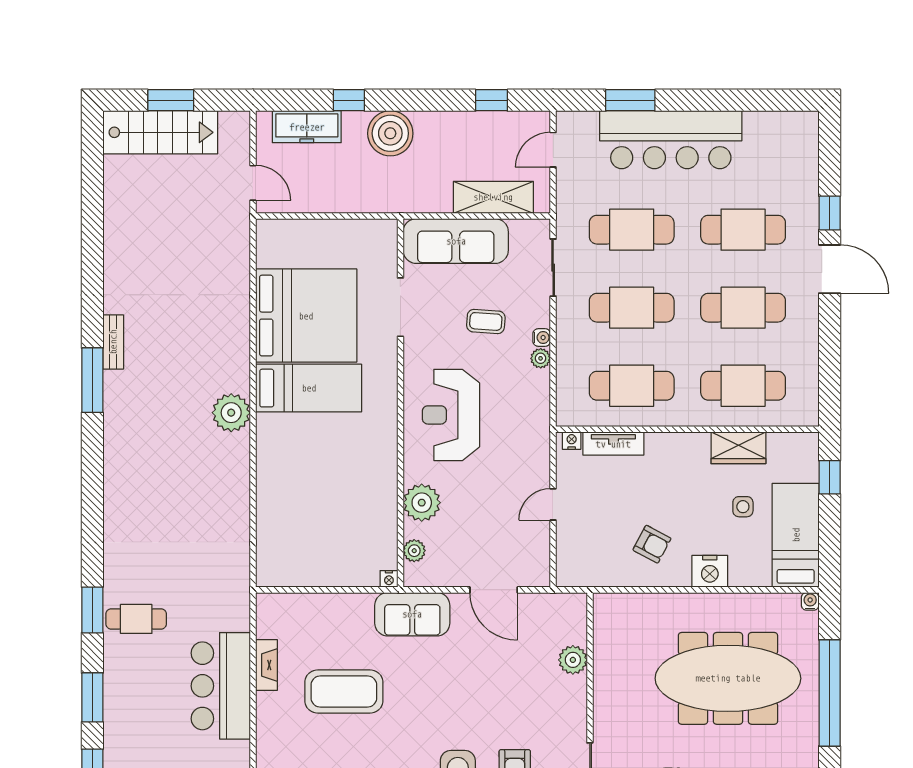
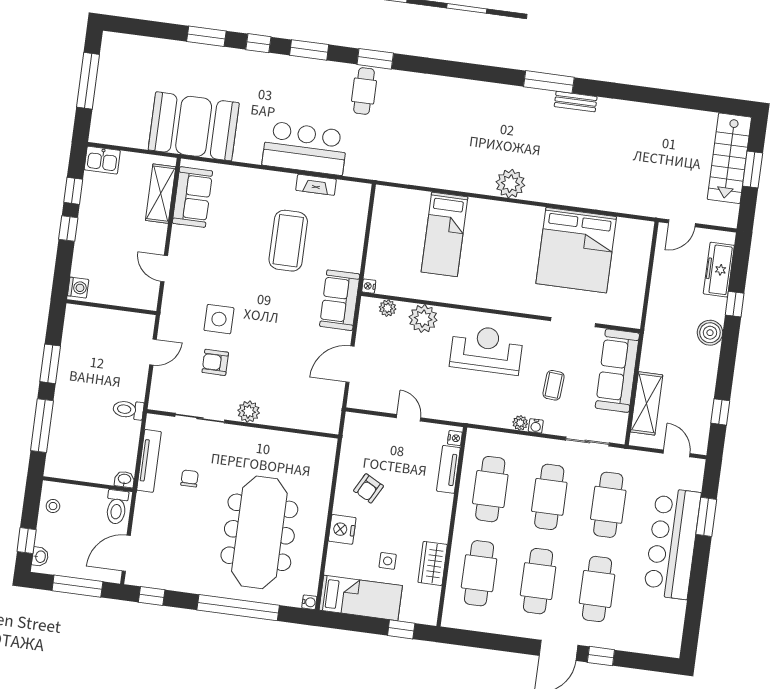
boiler: (390, 133) -> (710, 333), width x0.73, depth x0.73
bed: (309, 388) -> (444, 234), moved
plant: (573, 660) -> (249, 412), moved

